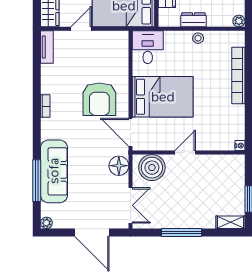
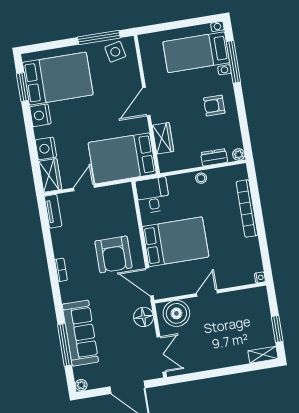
dresser: (193, 20) -> (214, 157), moved
window: (182, 233) -> (216, 373), removed

